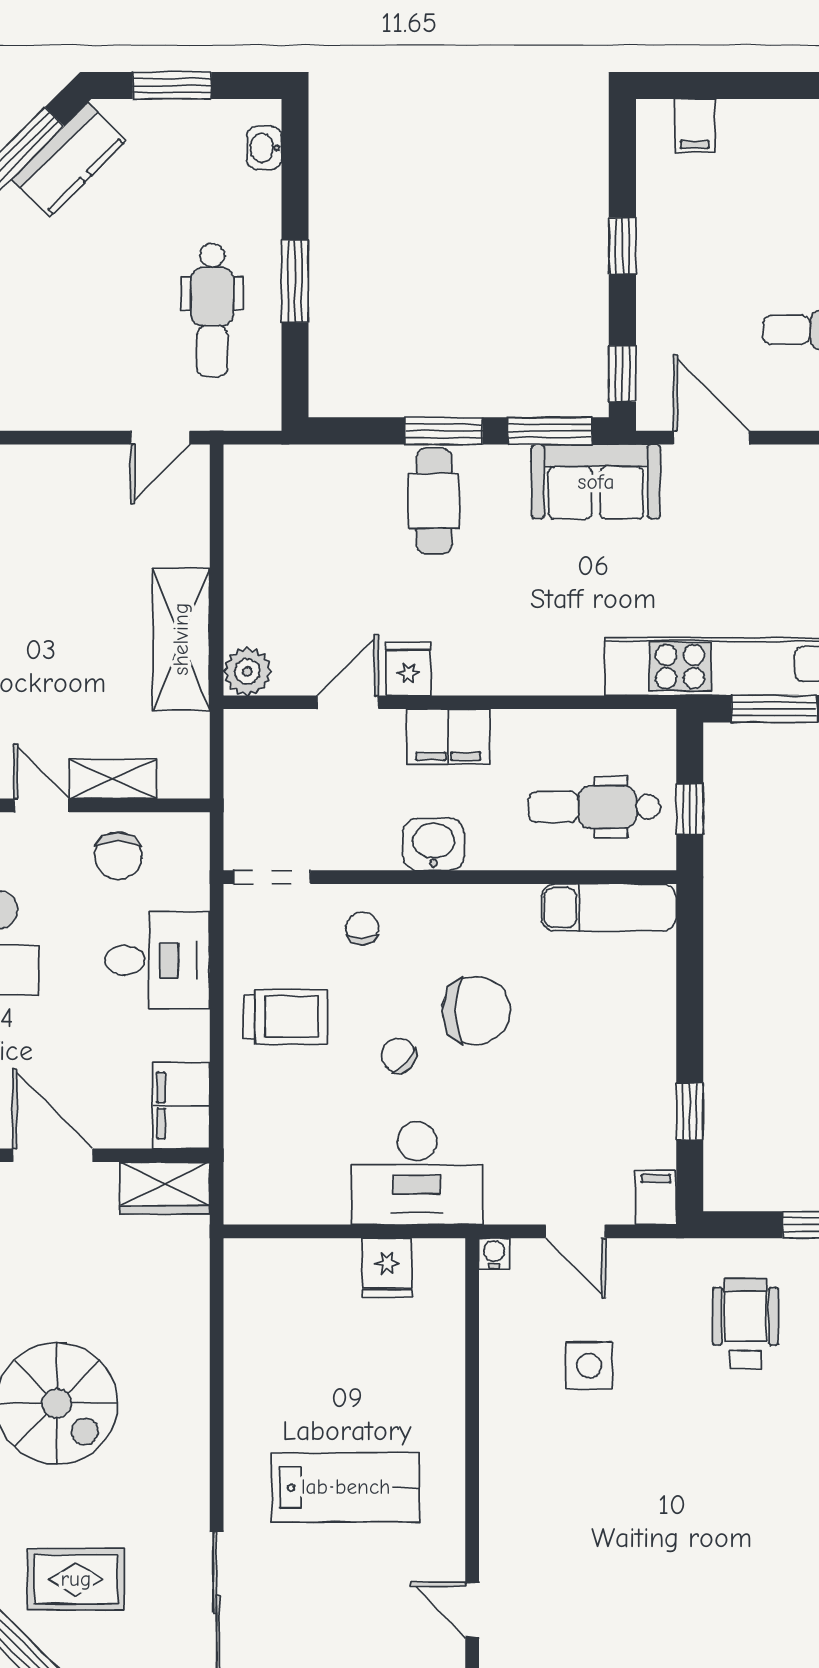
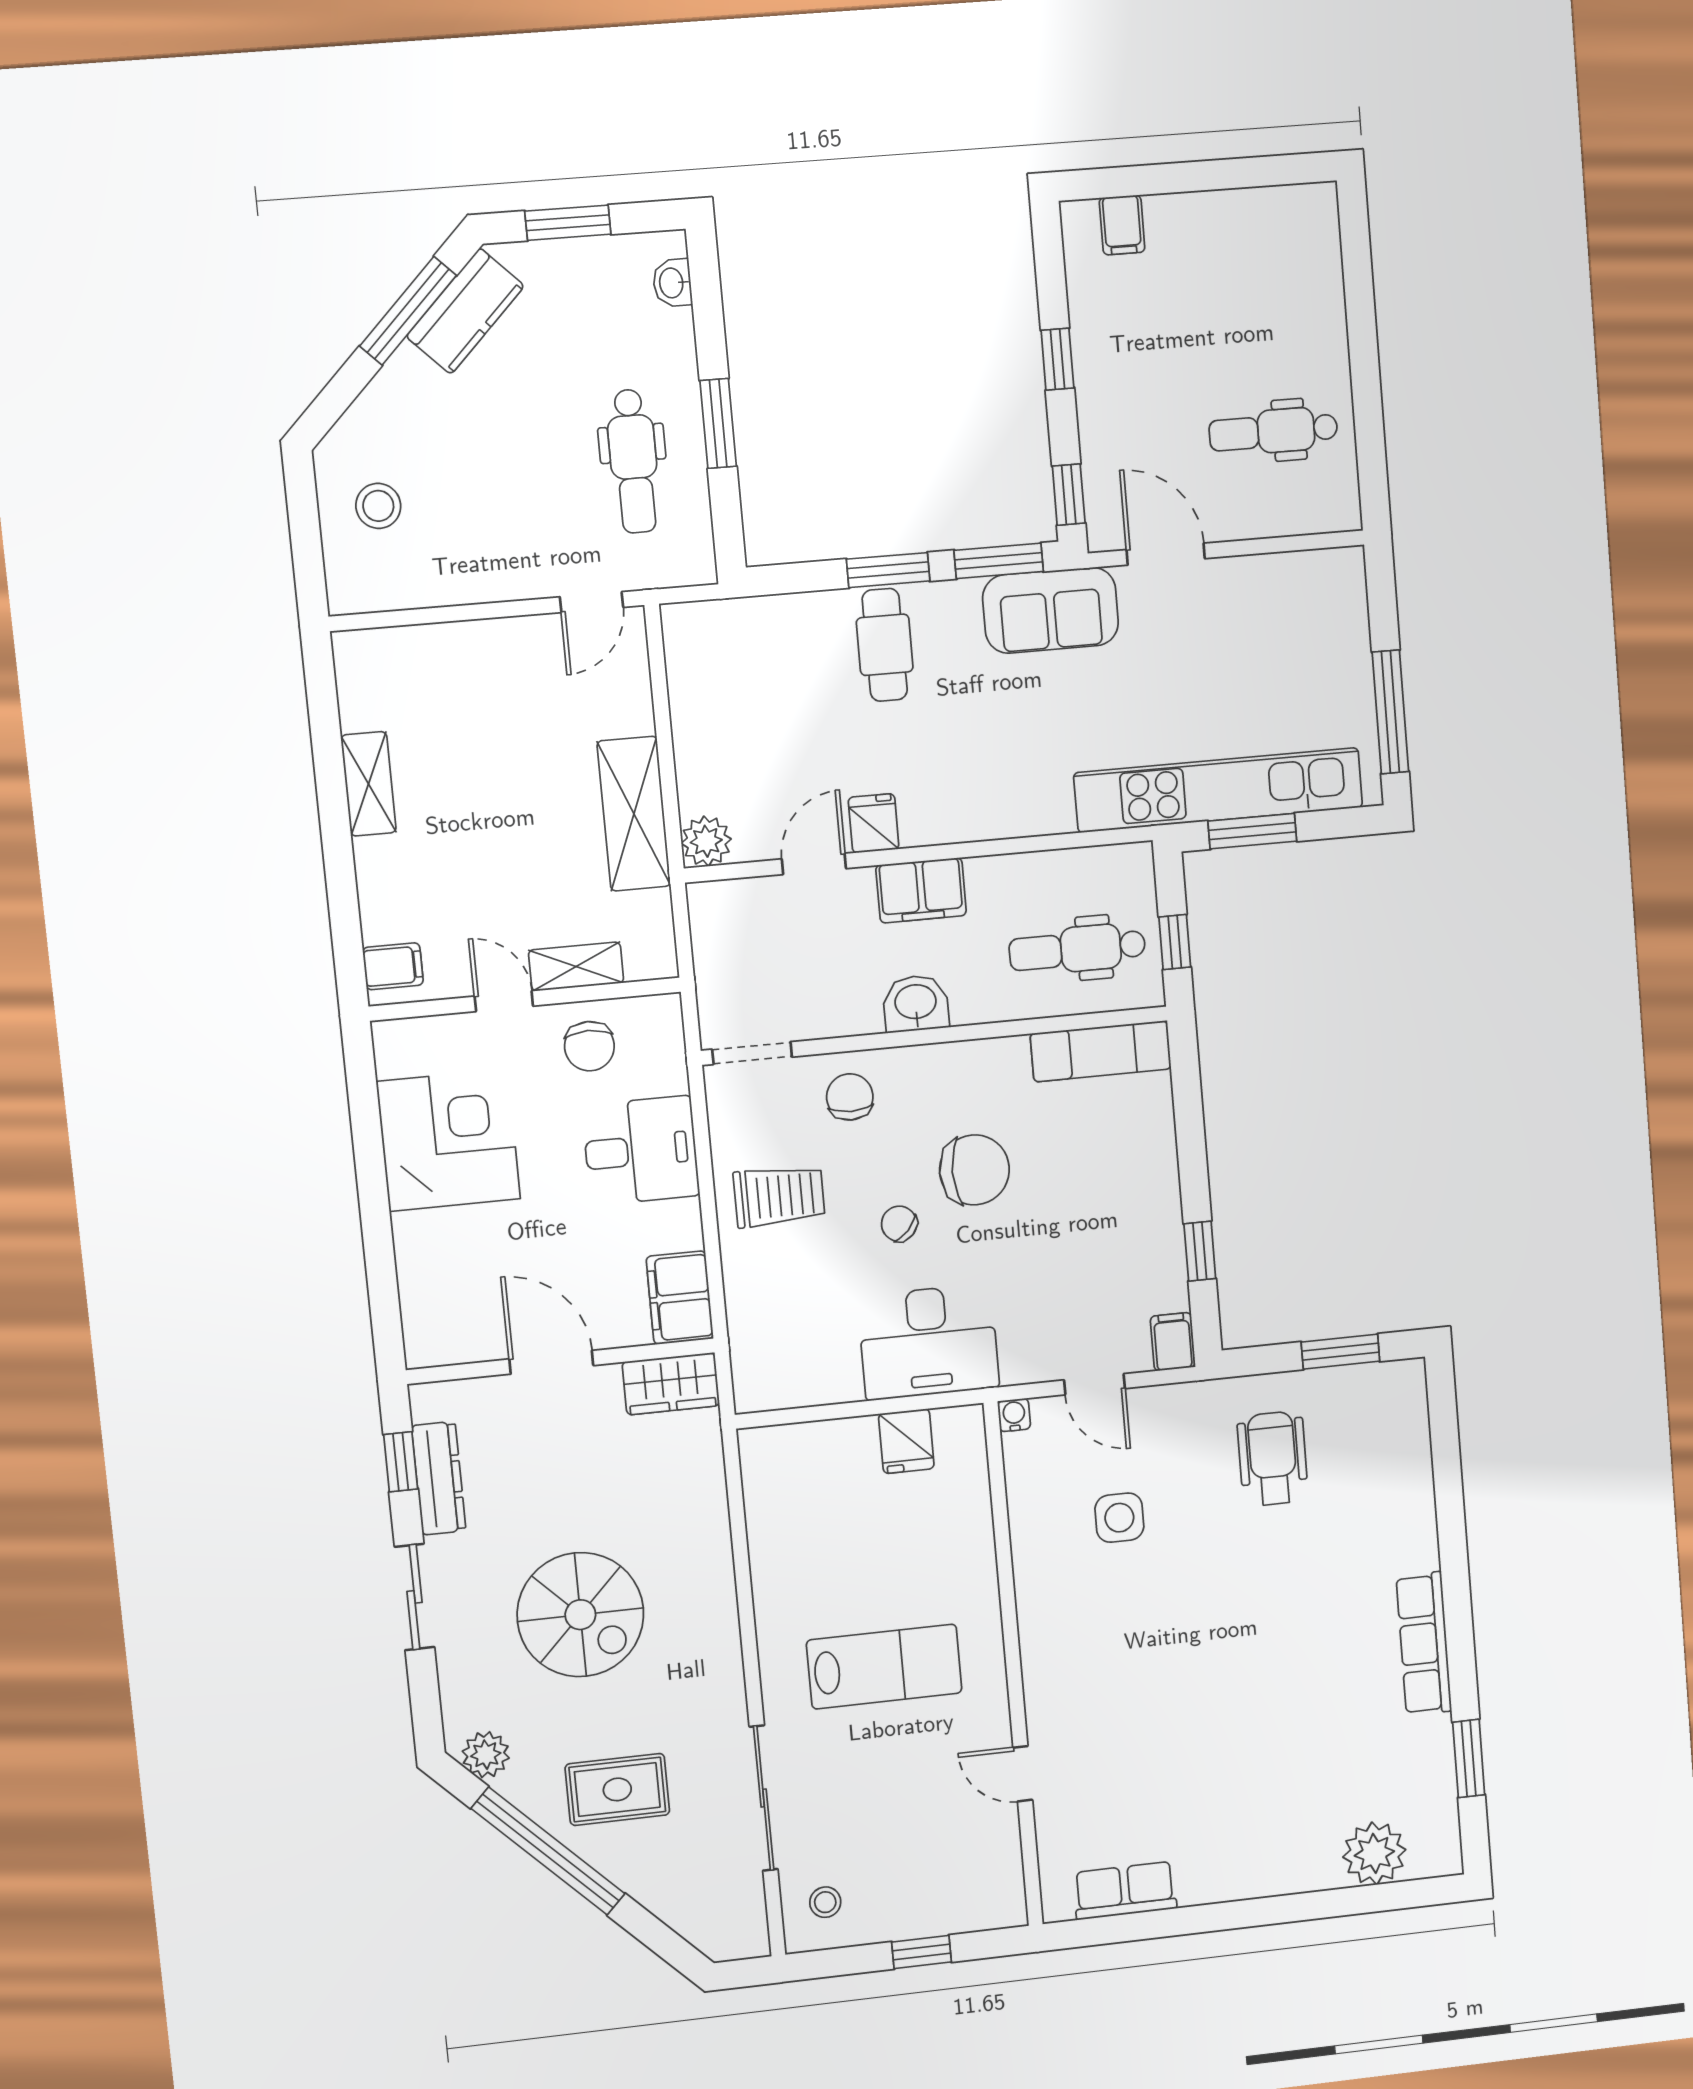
chair: (362, 928) -> (850, 1097), width x1.37, depth x1.37

